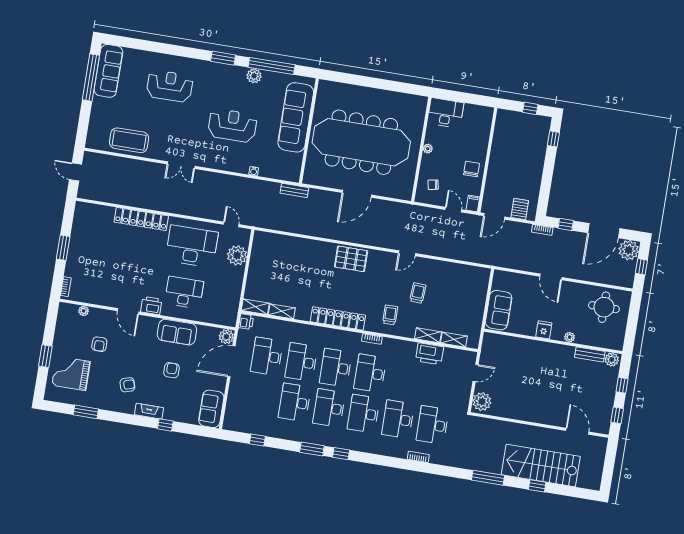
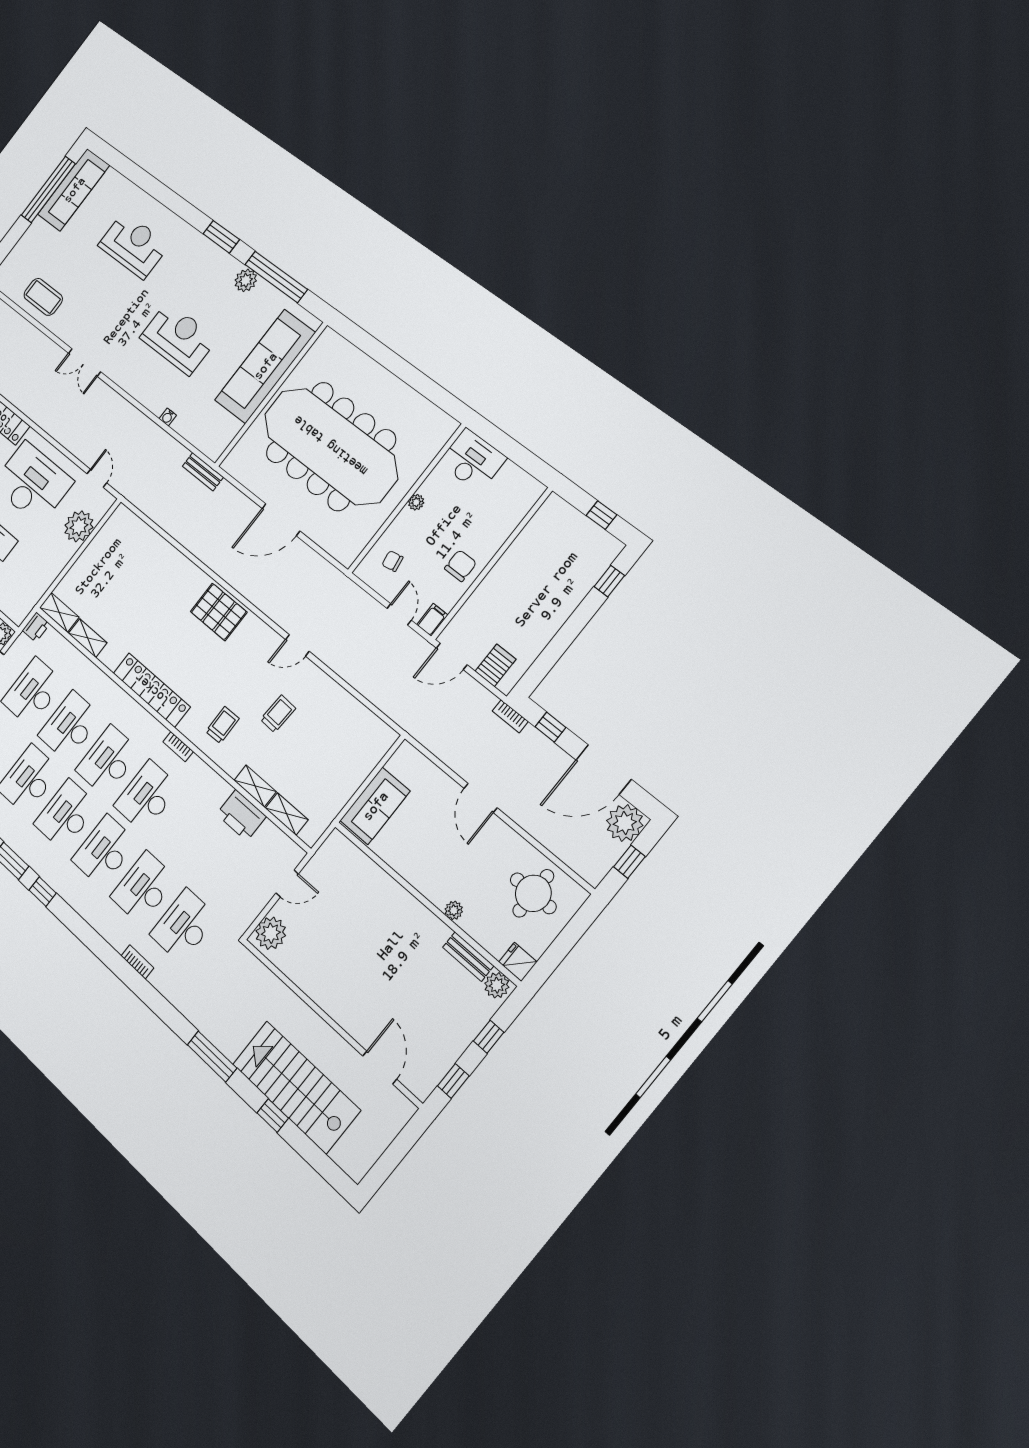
coffee table: (129, 140) -> (43, 297), width x0.73, depth x0.76
fridge: (544, 330) -> (518, 962), moved, turned -90

